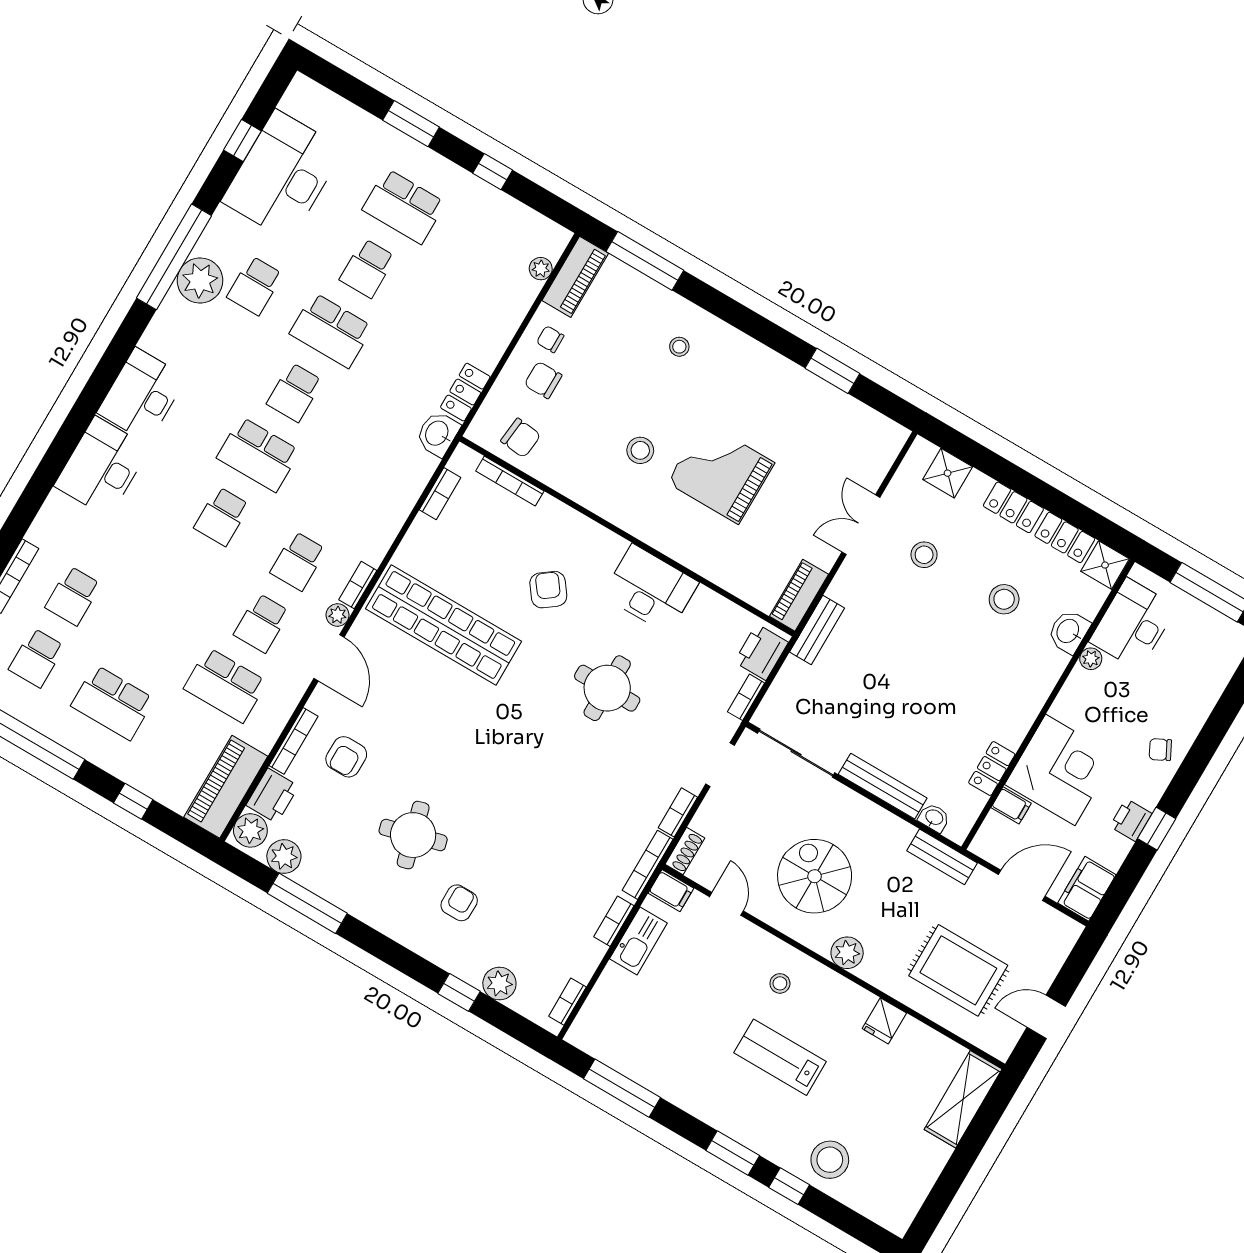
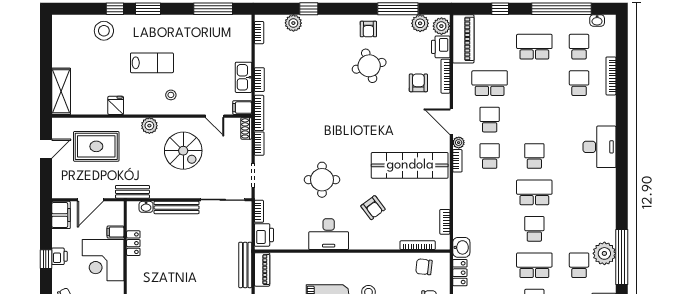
desk: (142, 395) -> (600, 189), removed
bench: (817, 630) -> (245, 265), width x1.36
armchair: (459, 903) -> (368, 29), moved

